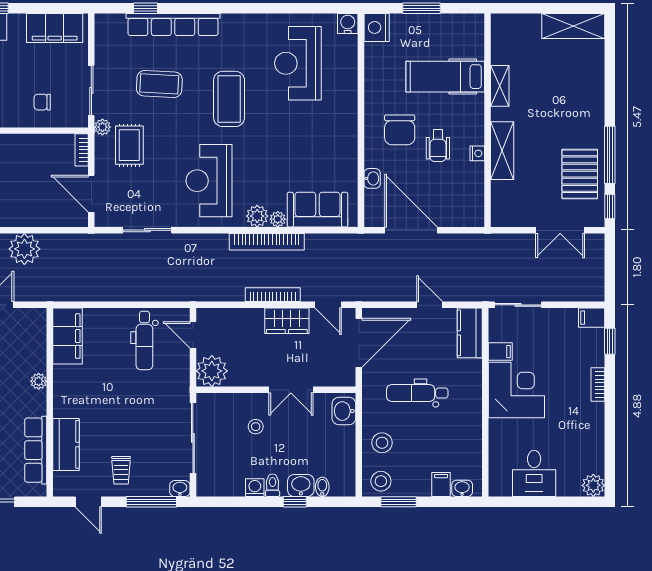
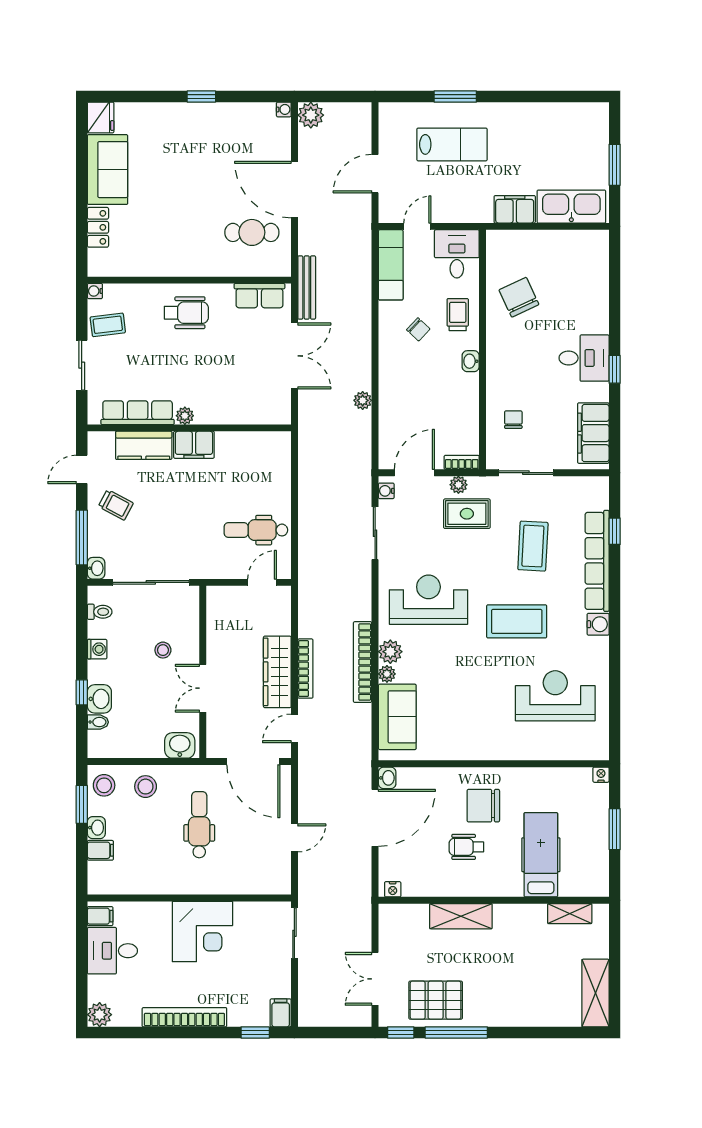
water cooler: (348, 24) -> (598, 624), moved
nightstand: (377, 27) -> (601, 775), width x0.53, depth x0.56
shelving: (500, 86) -> (570, 914), moved
plant: (102, 127) -> (458, 485), moved
nightstand: (477, 153) -> (393, 889), moved
washbasin: (372, 178) -> (387, 778), moved, turned -90
water cooler: (108, 220) -> (386, 491), added
plant: (24, 249) -> (363, 400), width x0.53, depth x0.53
wardrobe: (287, 321) -> (277, 672), width x1.50
kitchen counter: (470, 333) -> (264, 881), removed
filing cabinet: (68, 336) -> (194, 445), moved, width x0.67, depth x0.86
filing cabinet: (500, 352) -> (100, 916), moved, turned -90
plant: (212, 371) -> (223, 603), removed
plant: (39, 381) -> (185, 416), moved
bookcase: (598, 384) -> (184, 1017), width x2.31, depth x1.31
trolley: (121, 470) -> (116, 505), turned -152
toilet: (273, 485) -> (100, 612), moved
washbasin: (462, 488) -> (96, 828), moved

